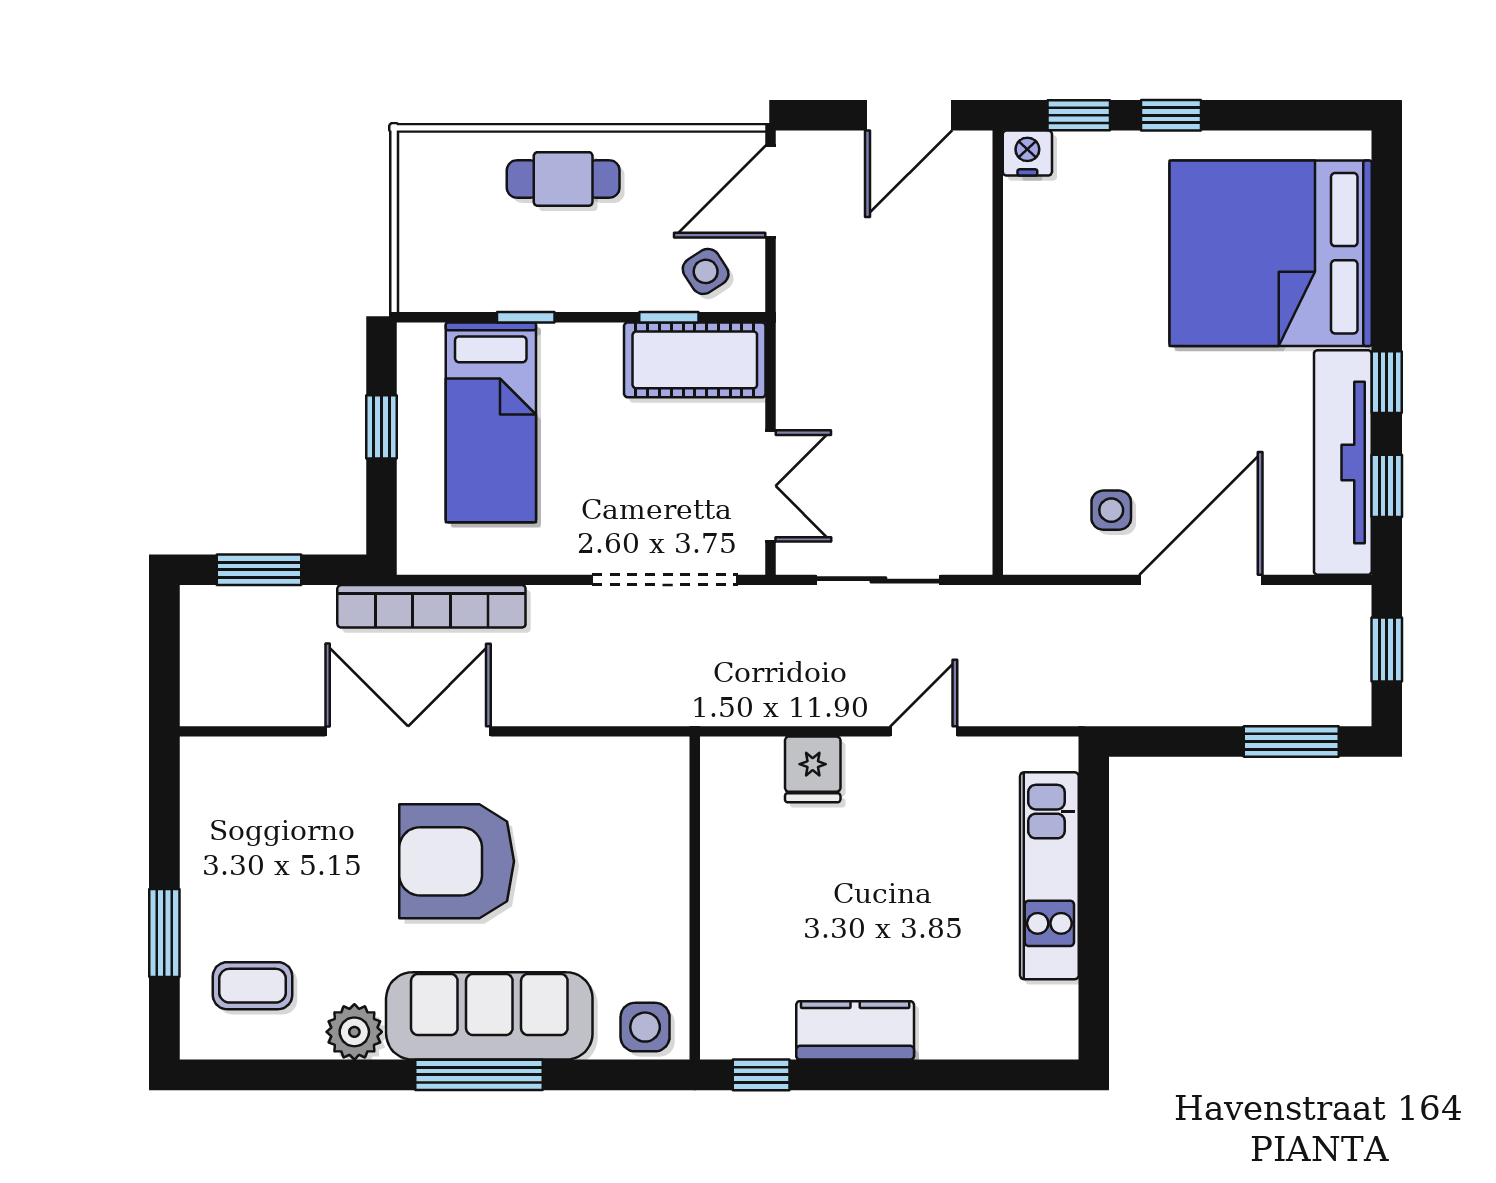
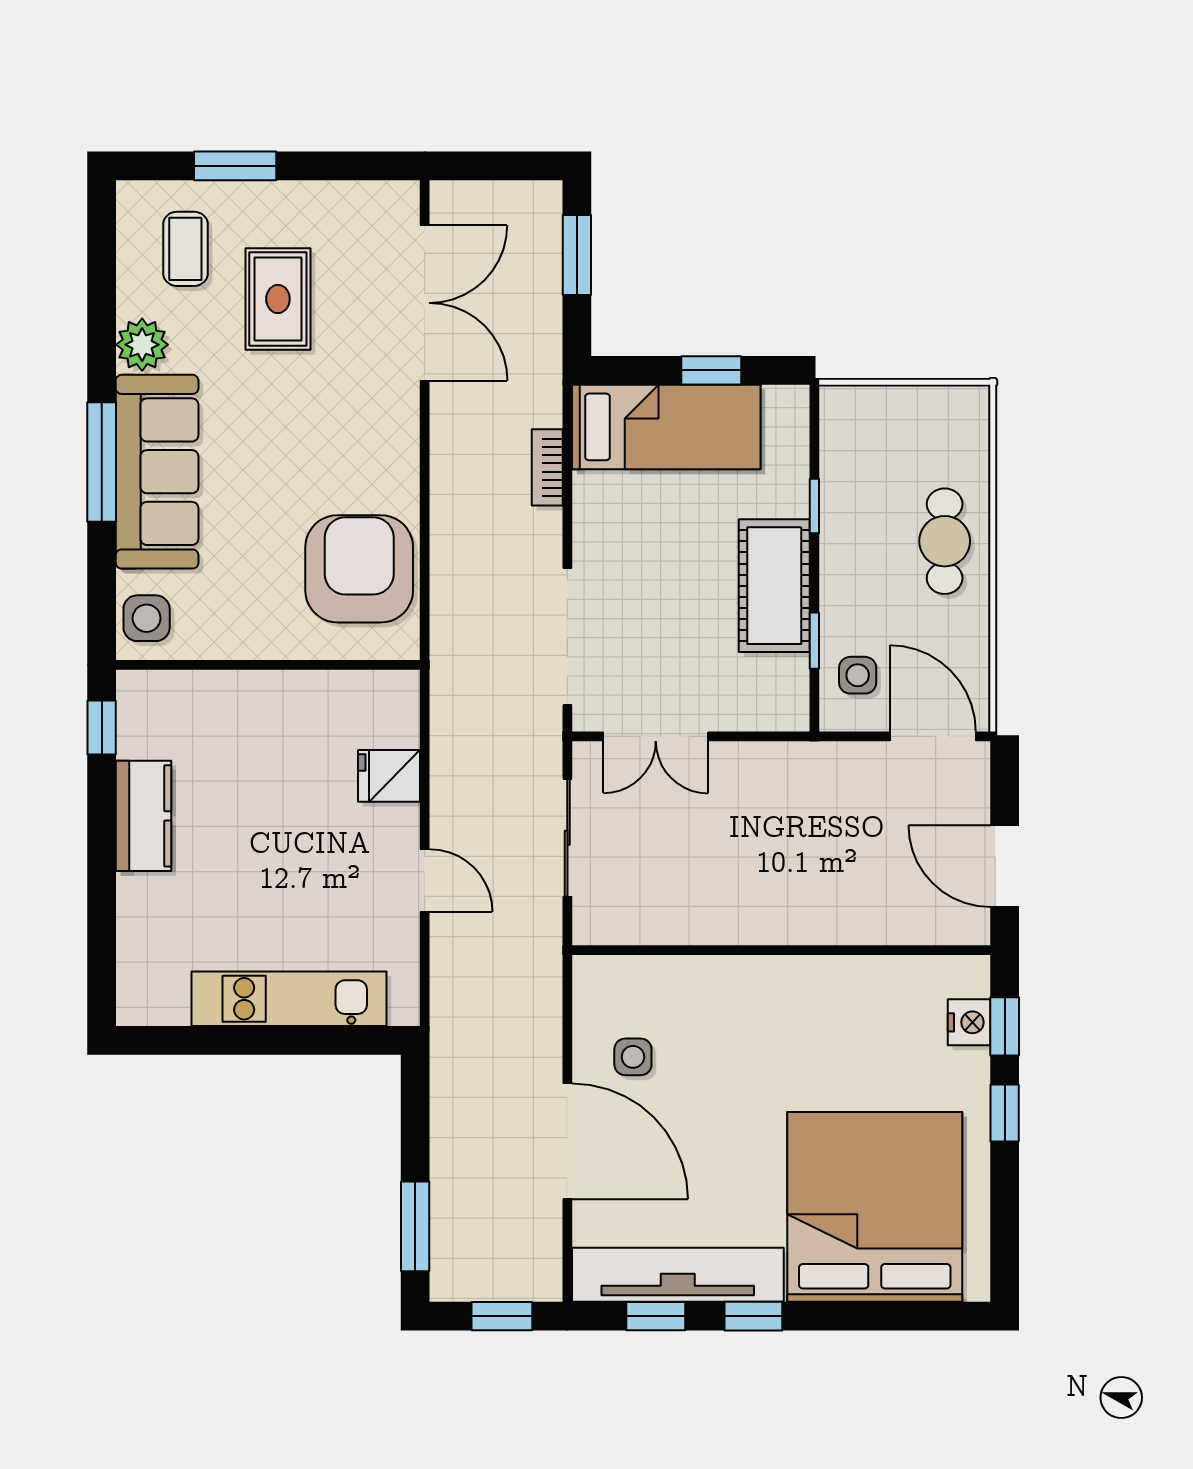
nightstand: (1027, 153) -> (969, 1022), moved
side table: (706, 271) -> (858, 675), turned 33
cot: (695, 360) -> (774, 586), moved
bed: (491, 422) -> (666, 427), moved, turned 180
bookcase: (431, 606) -> (547, 467), width x0.43, depth x0.76
double door: (408, 731) -> (425, 303), moved
armchair: (457, 861) -> (359, 569), moved
rug: (306, 887) -> (278, 299), added

